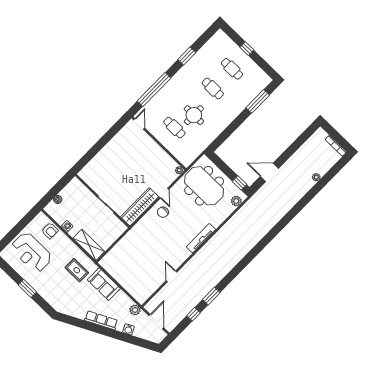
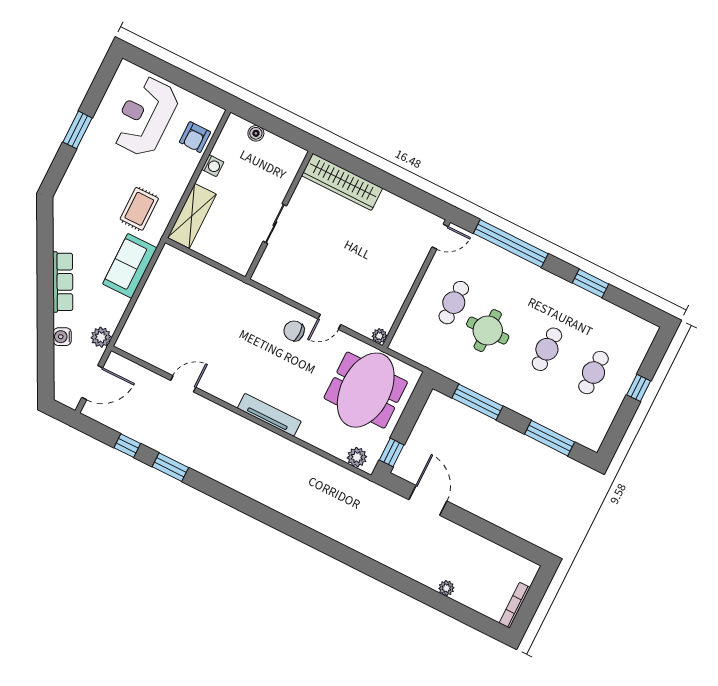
window: (228, 132) -> (477, 402), added
wardrobe: (139, 207) -> (342, 182), moved, turned 180

